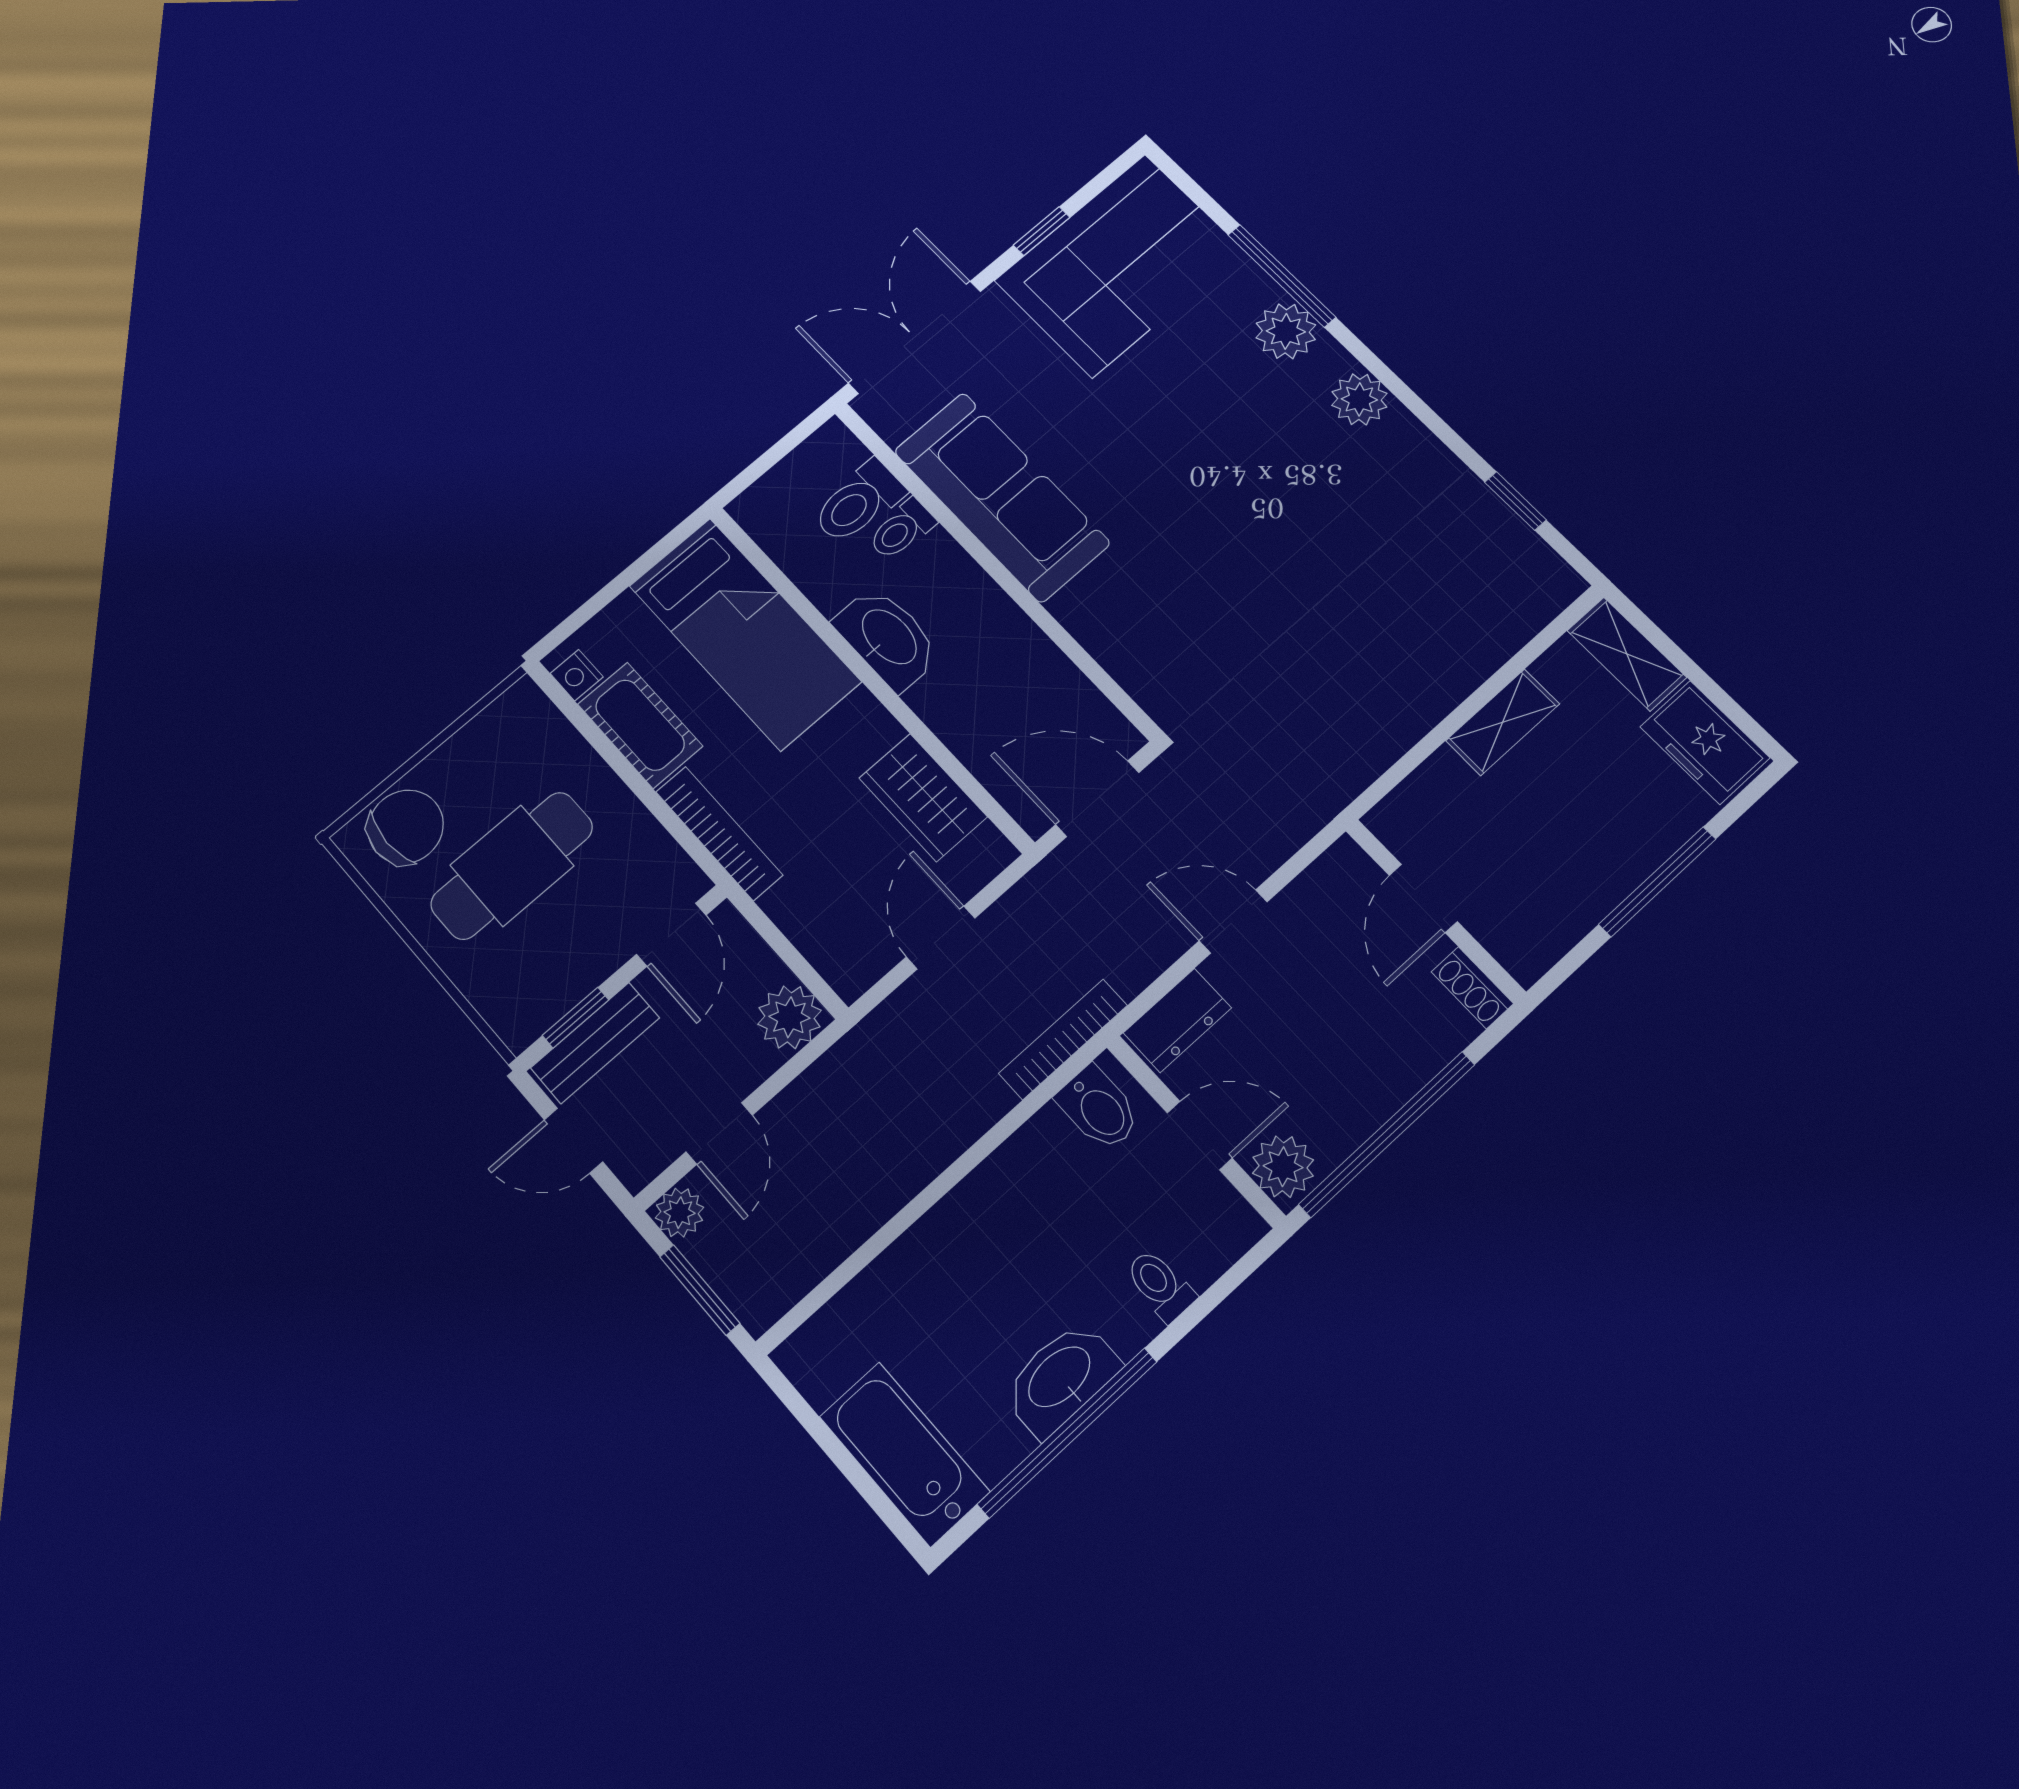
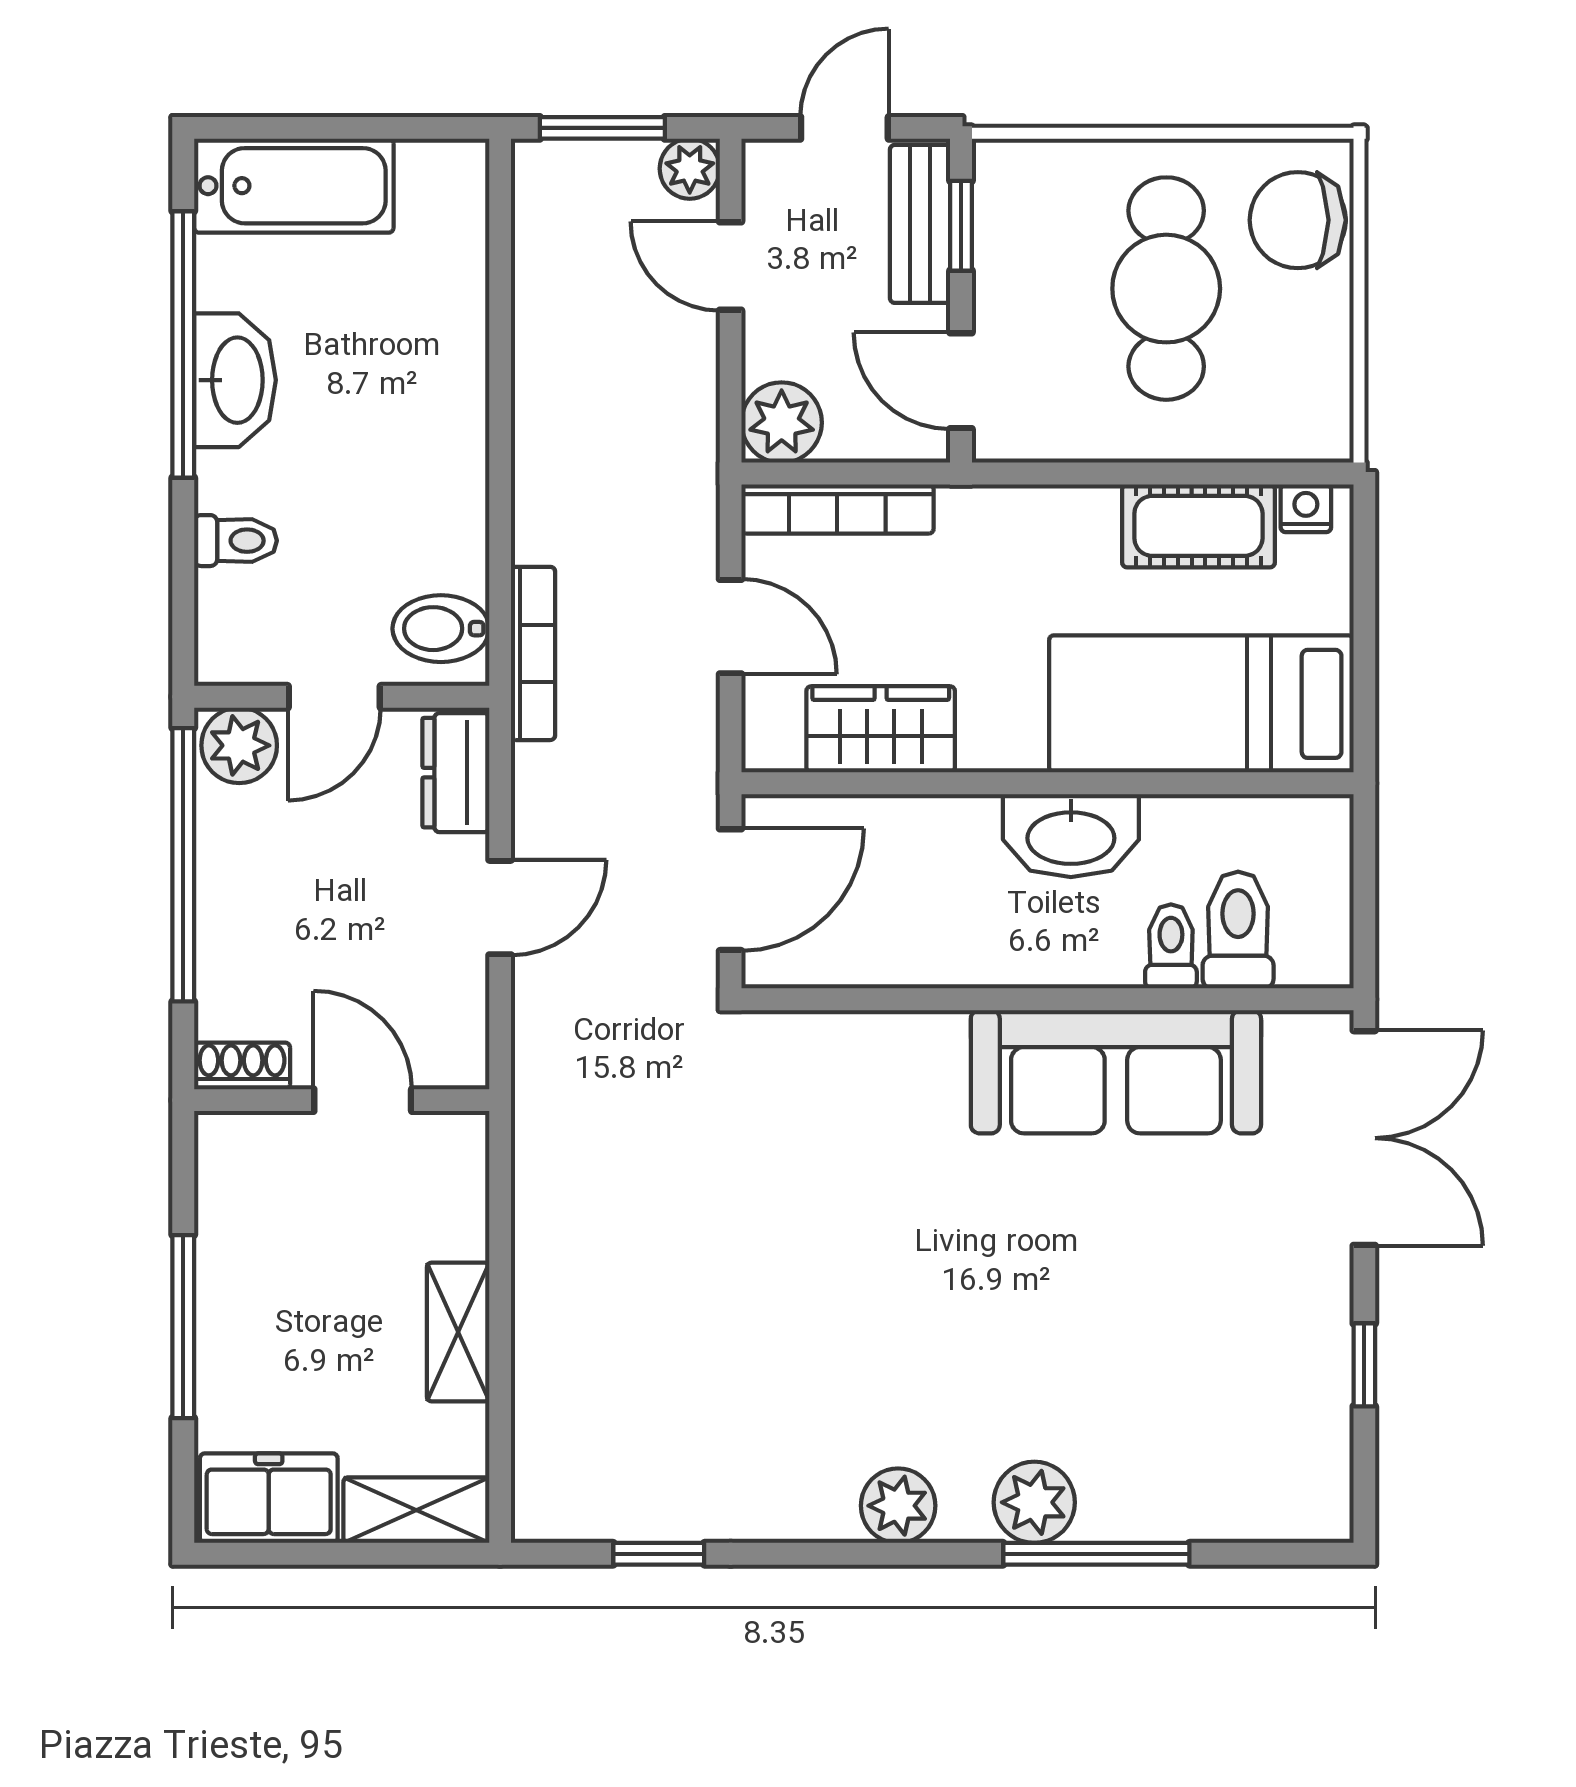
corner sofa: (1119, 265) -> (1256, 1407), removed
chair: (406, 827) -> (1298, 220), turned 90
bookcase: (719, 833) -> (837, 509), moved

